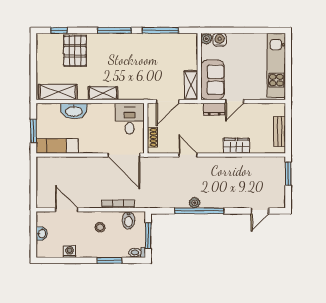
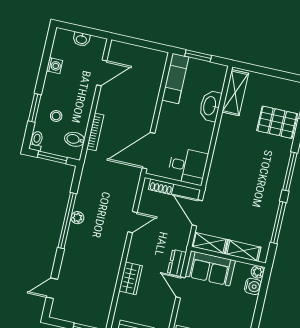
shelving: (103, 93) -> (243, 251), moved, turned 90
door: (260, 211) -> (52, 288), hinge flipped
stool: (100, 227) -> (56, 116), moved

